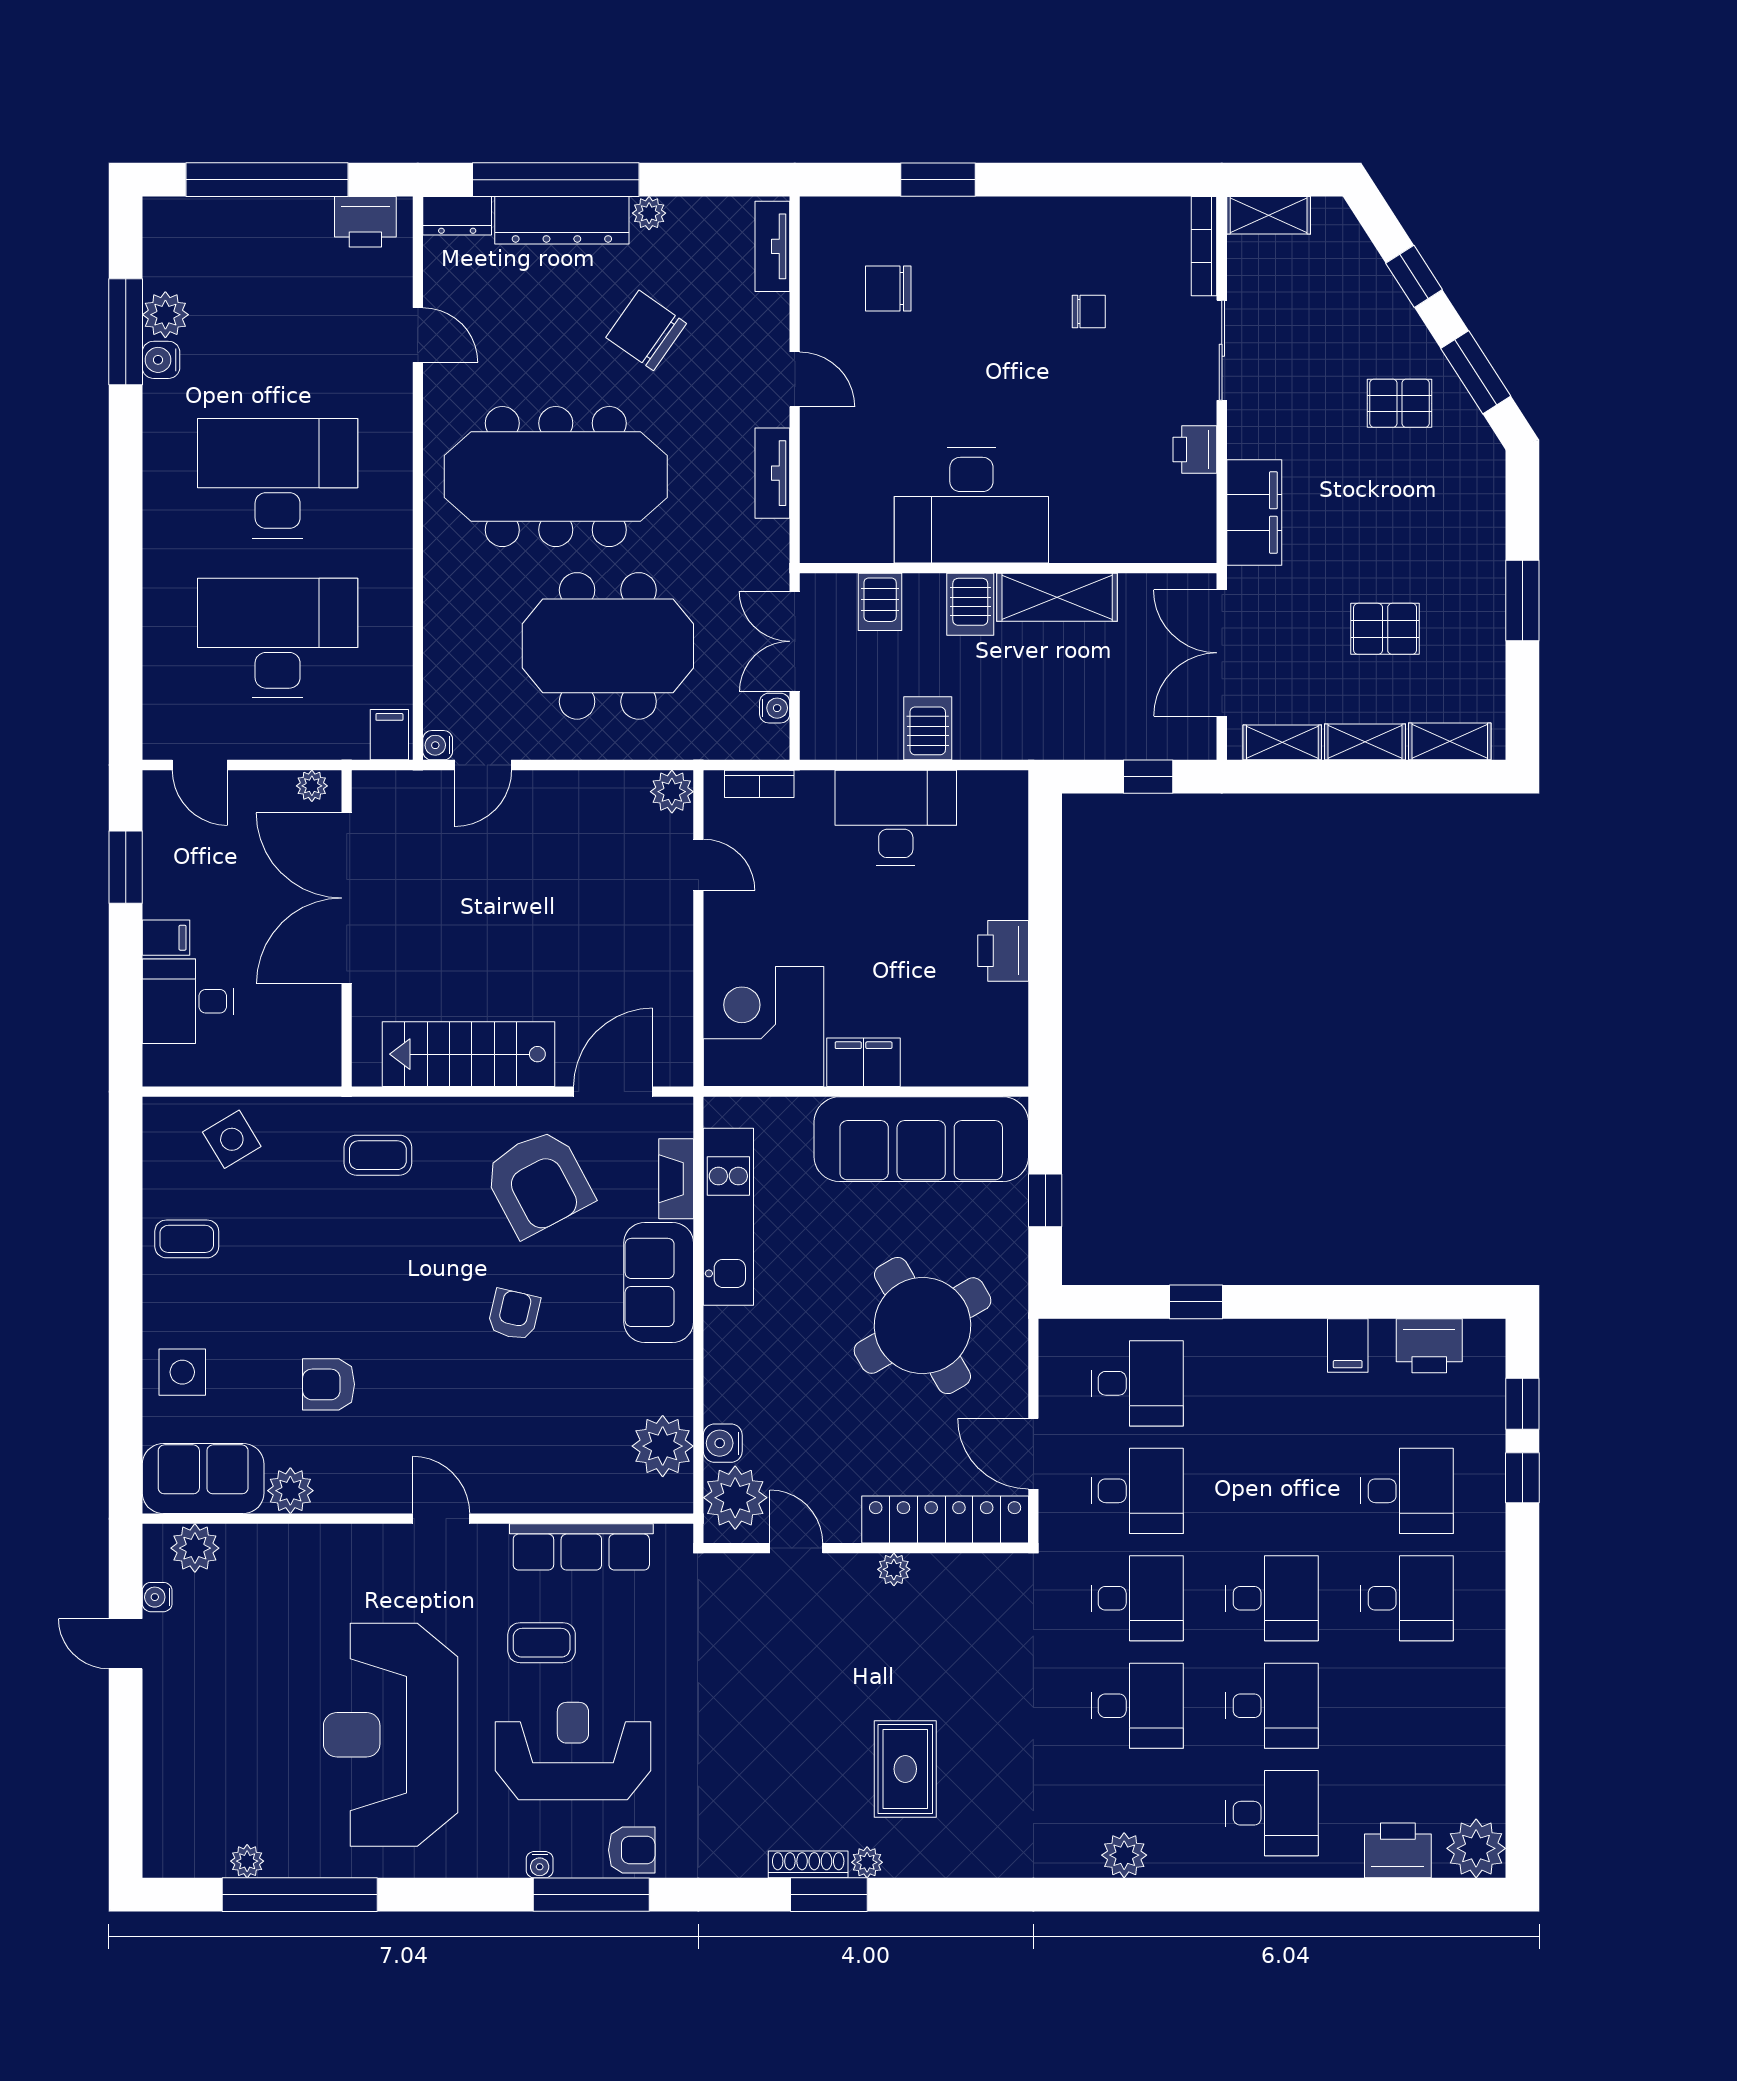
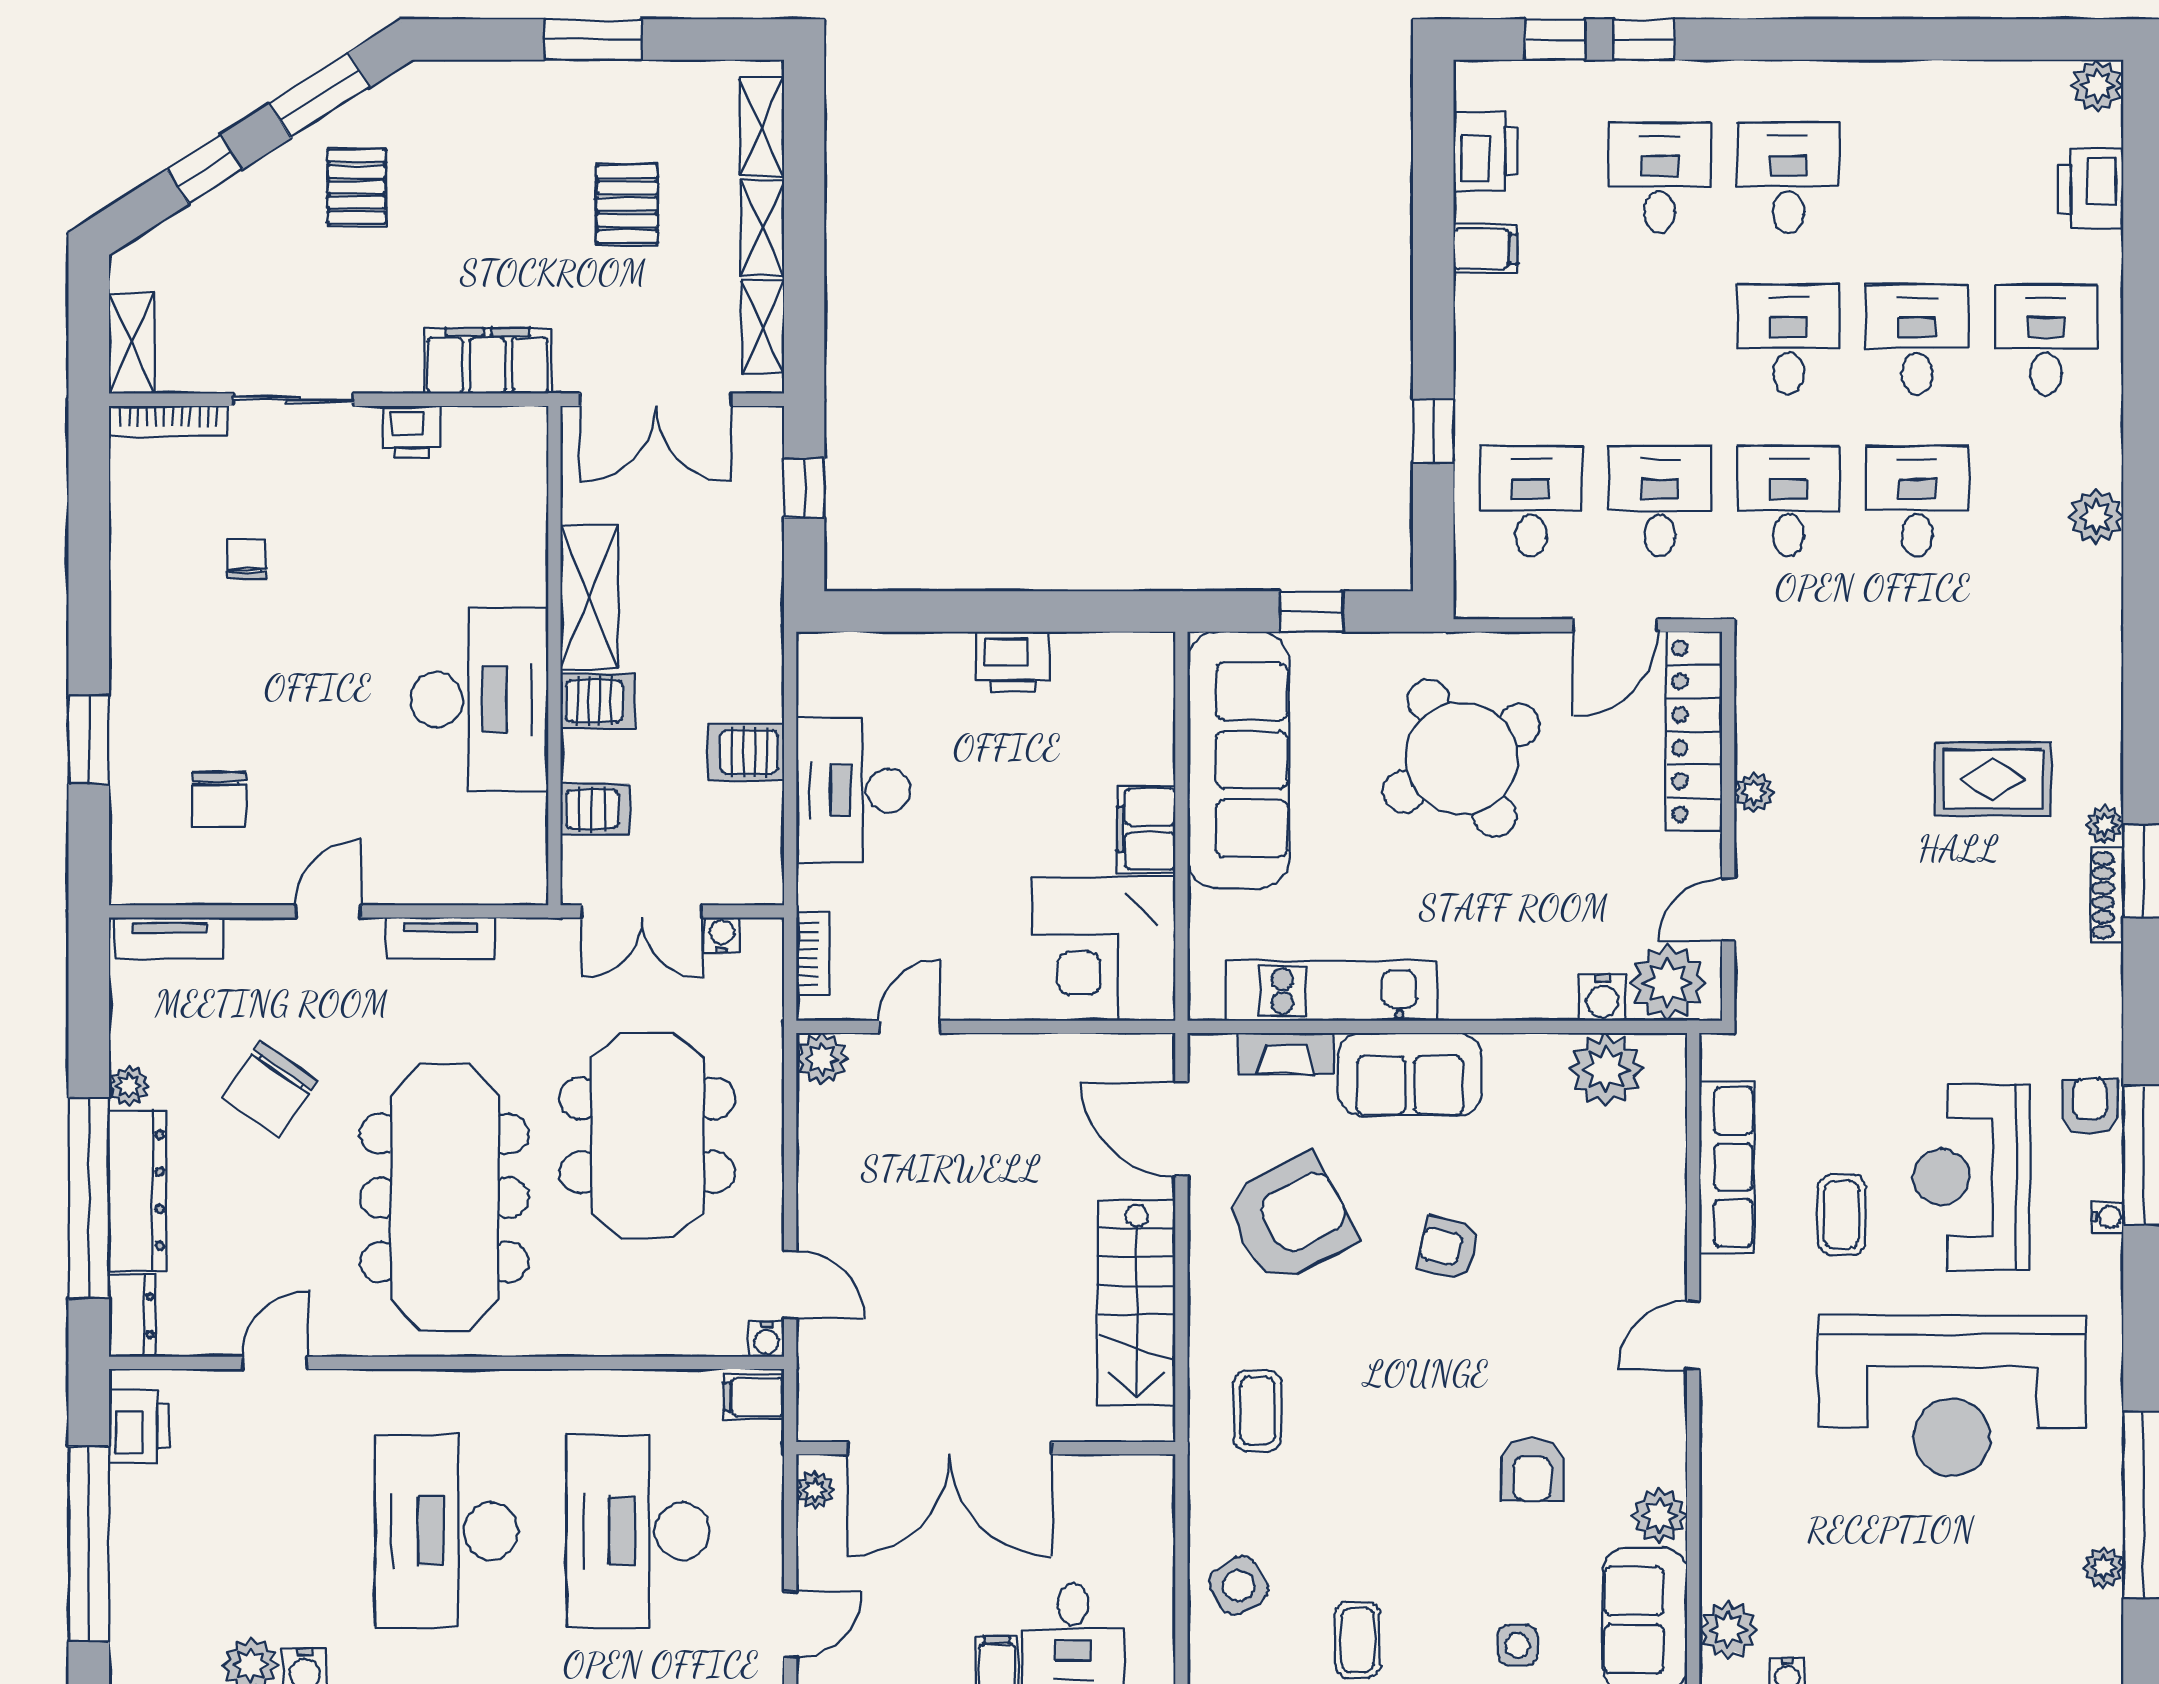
side table: (182, 1372) -> (1517, 1645), width x0.73, depth x0.73
plant: (1476, 1848) -> (2097, 86), width x0.73, depth x0.73

